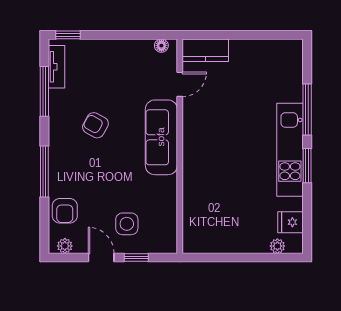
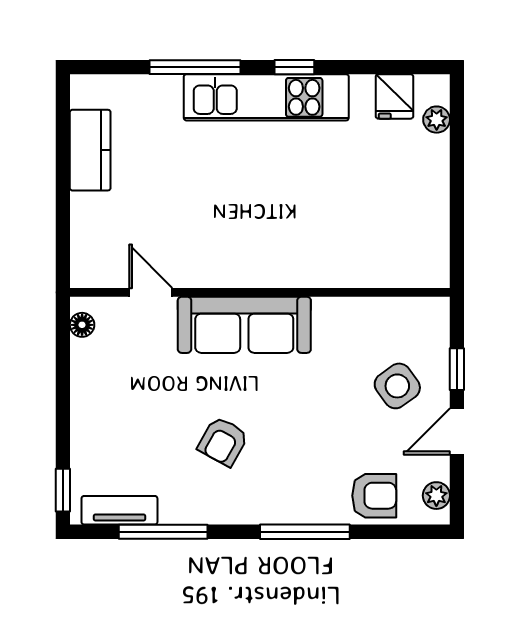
kitchen counter: (206, 50) -> (90, 150), moved
window: (307, 166) -> (294, 67), width x0.67
side table: (127, 224) -> (397, 386), turned -36

